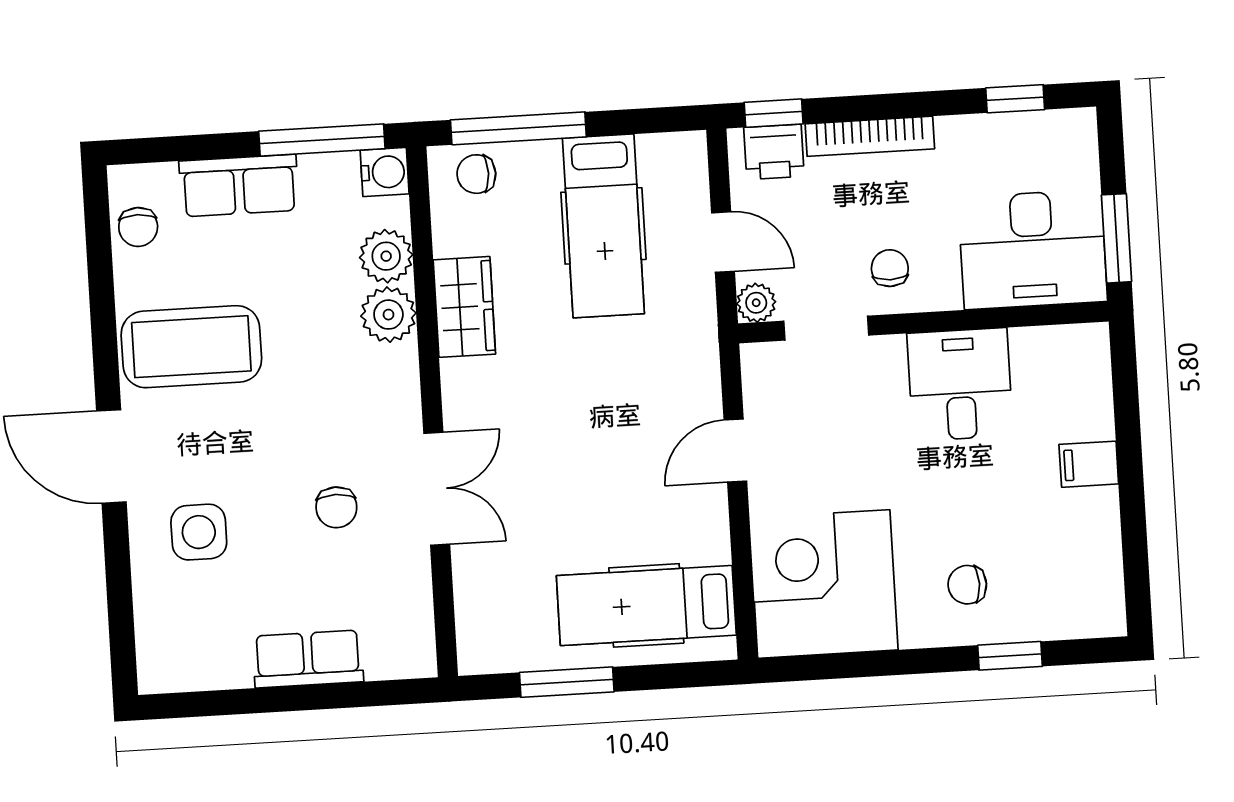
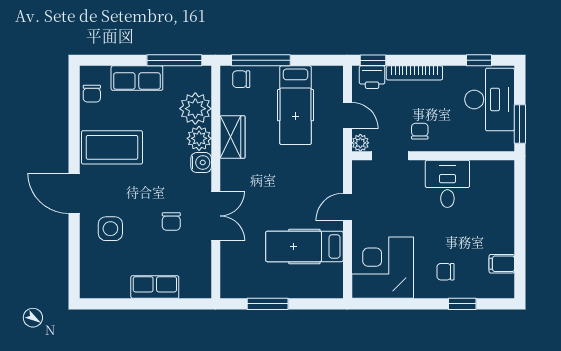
water cooler: (385, 172) -> (201, 163), moved
desk: (1033, 249) -> (490, 99), moved, turned -90
plant: (386, 256) -> (195, 109), width x1.36, depth x1.36
filing cabinet: (1089, 464) -> (502, 264), moved
hospital bed: (646, 605) -> (304, 246), moved

